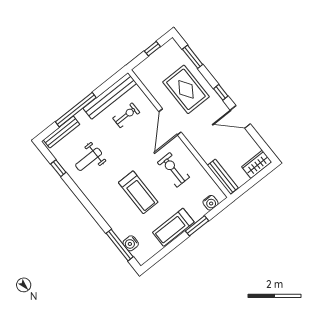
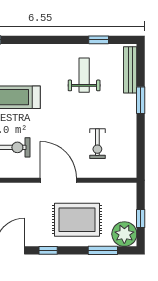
plant: (171, 51) -> (124, 234), added
bench: (110, 96) -> (128, 143), removed
window: (76, 110) -> (141, 100), width x0.47

